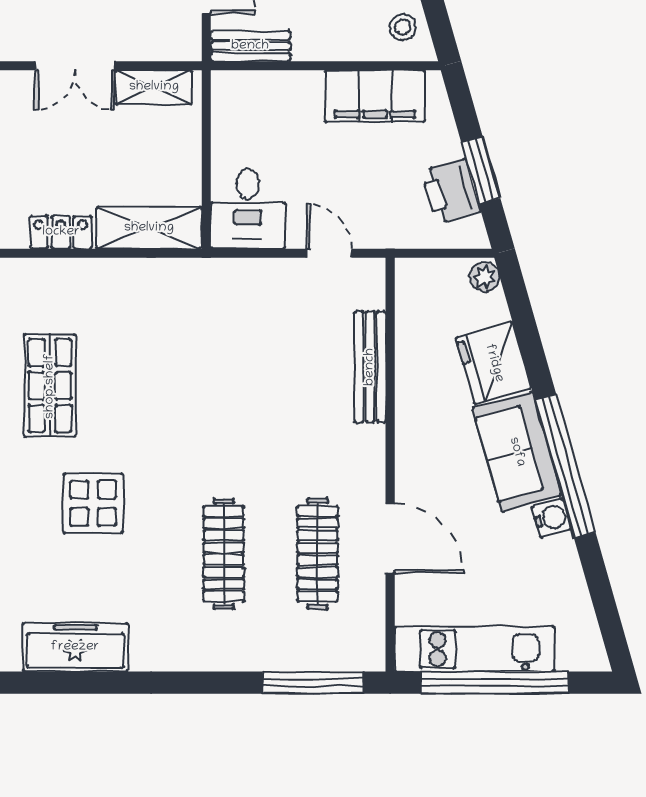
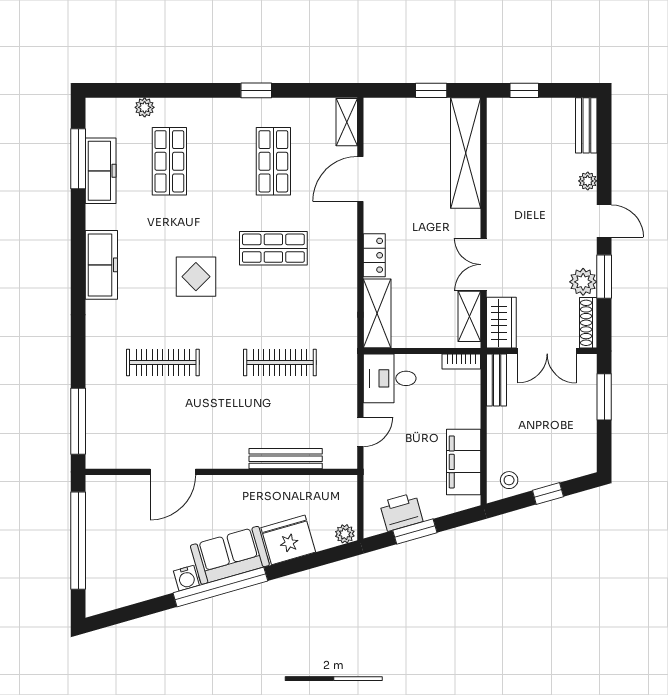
wardrobe: (163, 39) -> (501, 323), added
bookcase: (222, 100) -> (461, 362), added
clothes rail: (318, 554) -> (280, 362), moved
kitchen unit: (474, 649) -> (100, 527), removed

